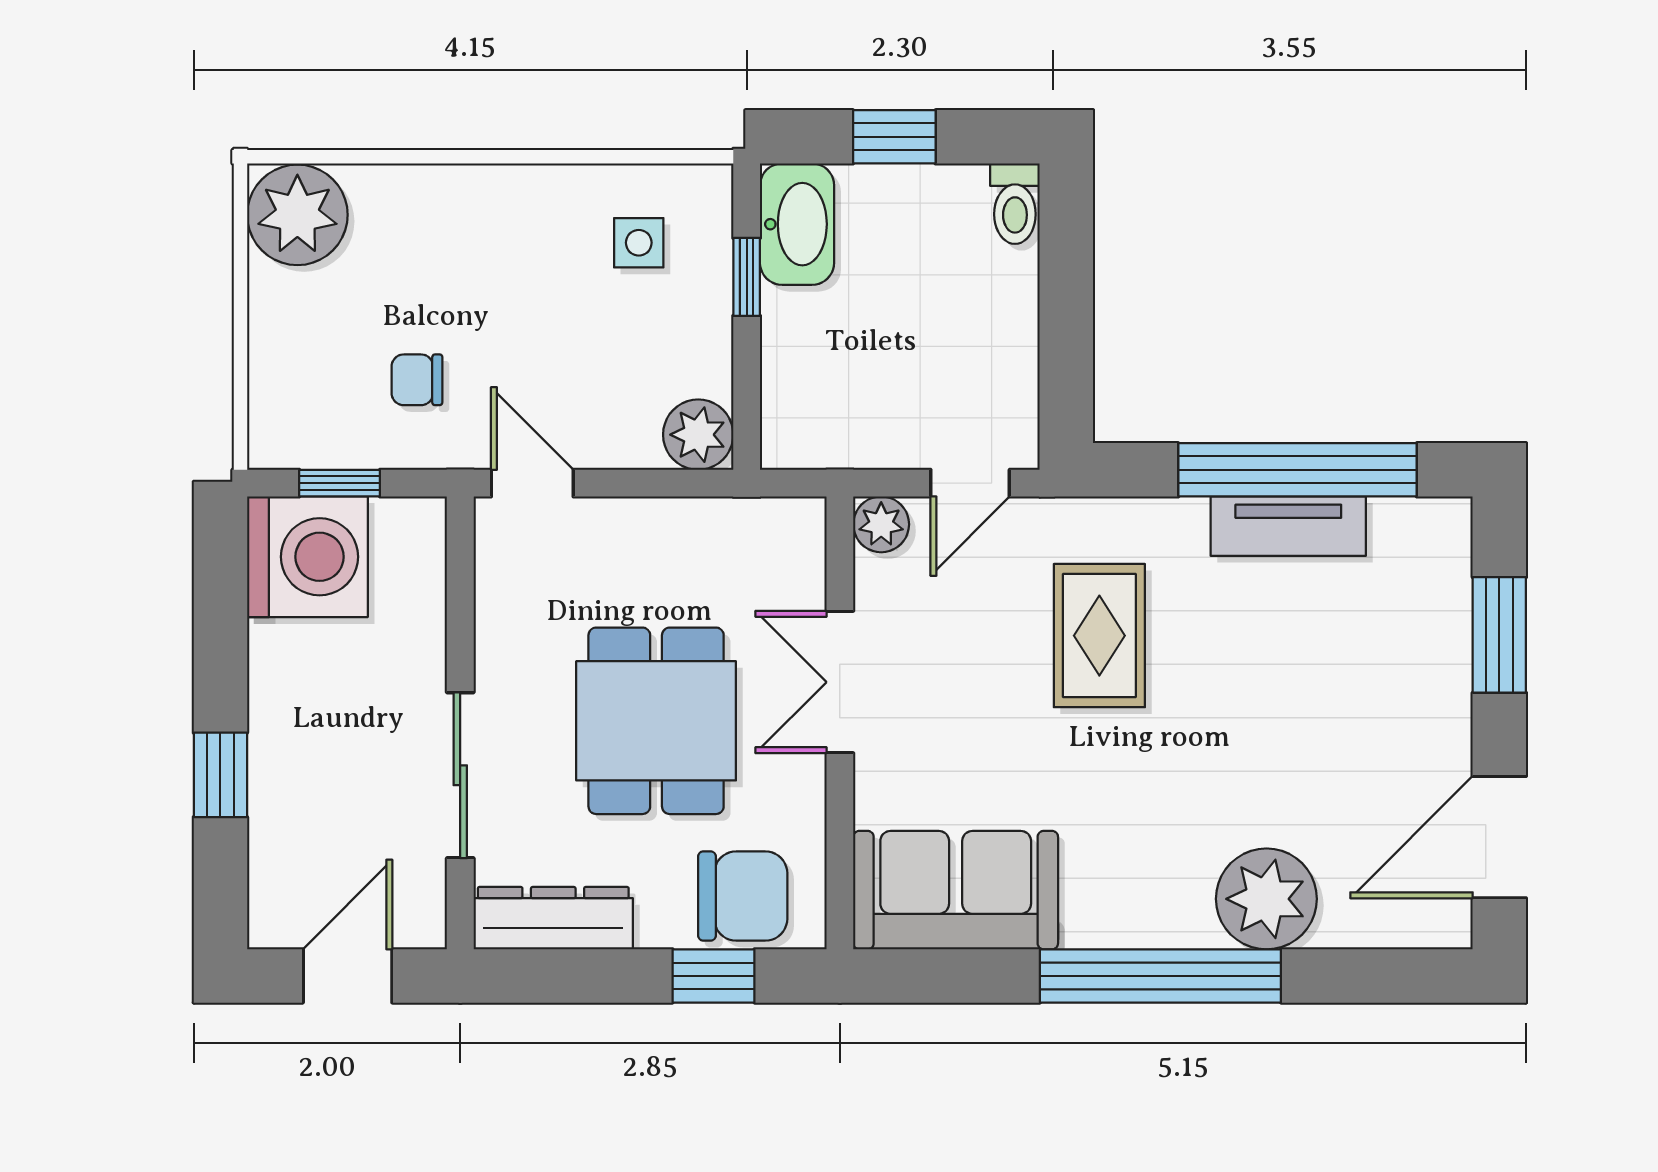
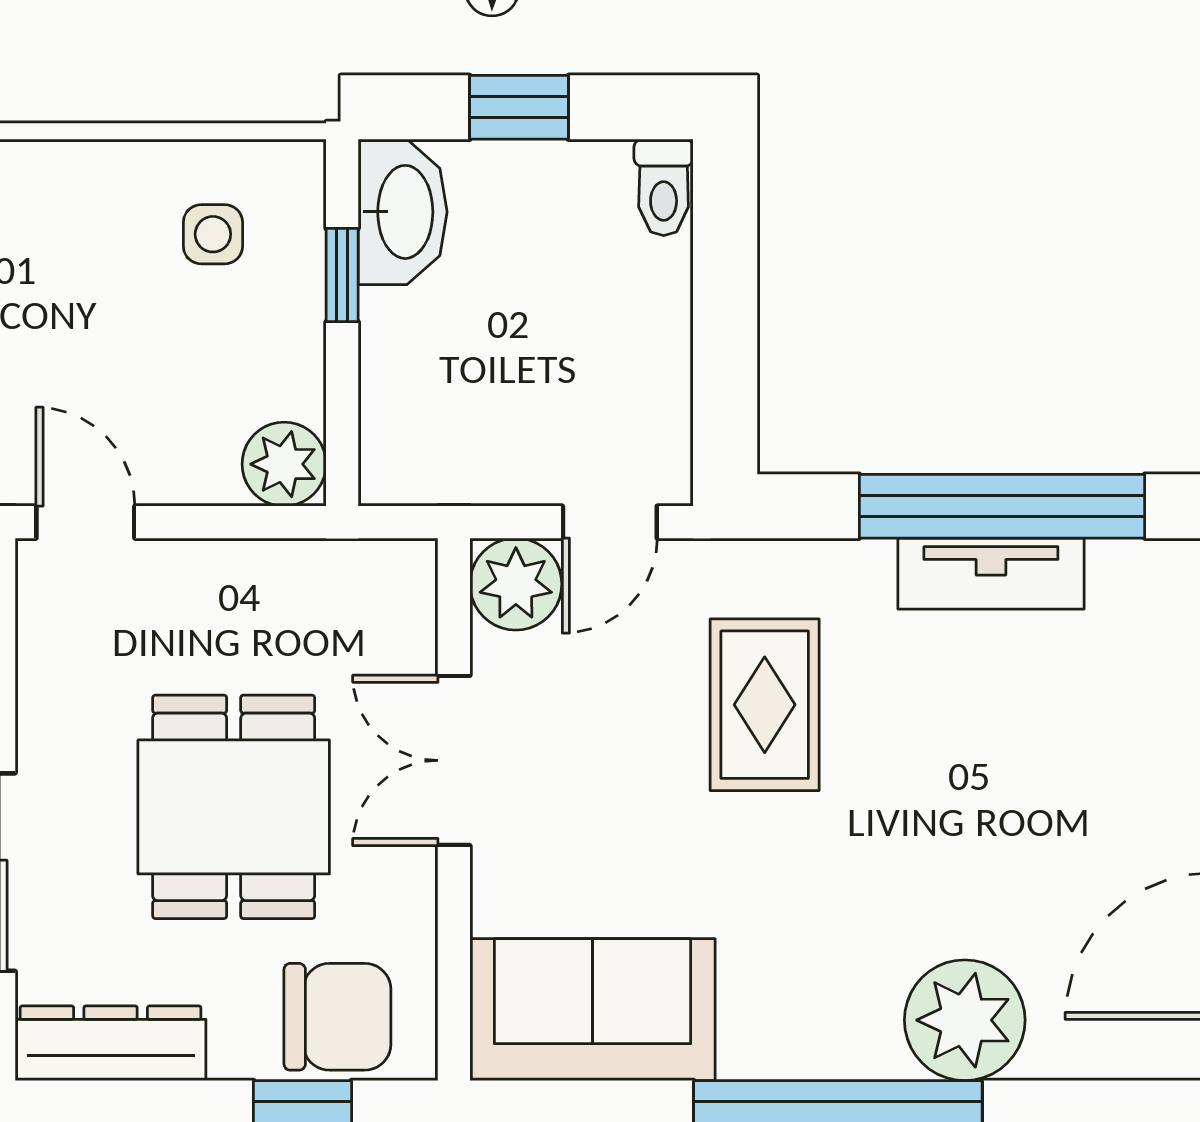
plant: (881, 524) -> (516, 584), width x1.38, depth x1.38

